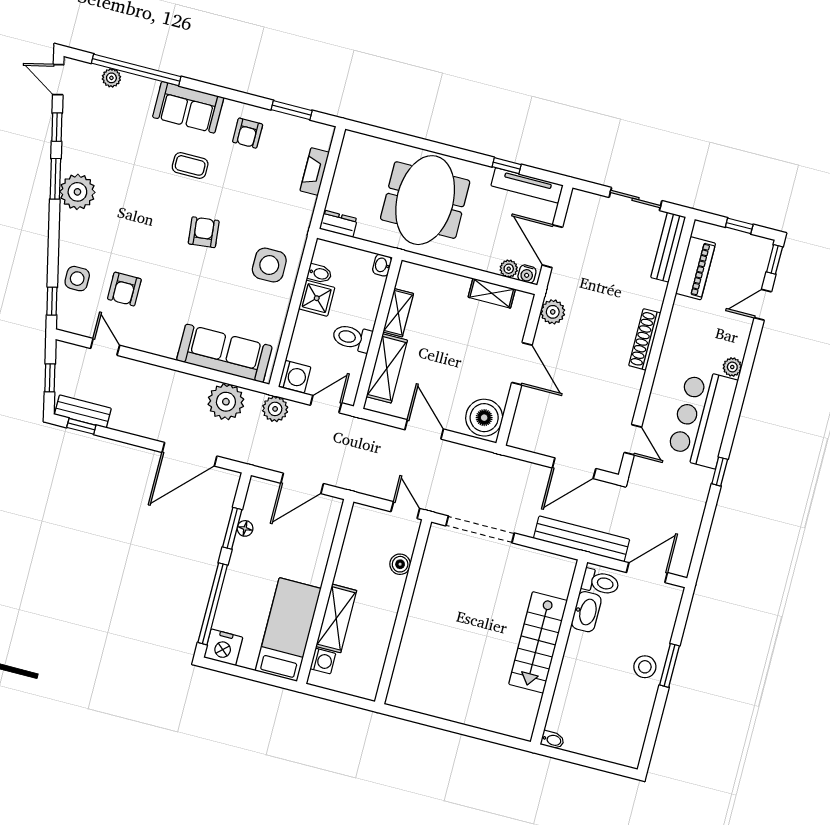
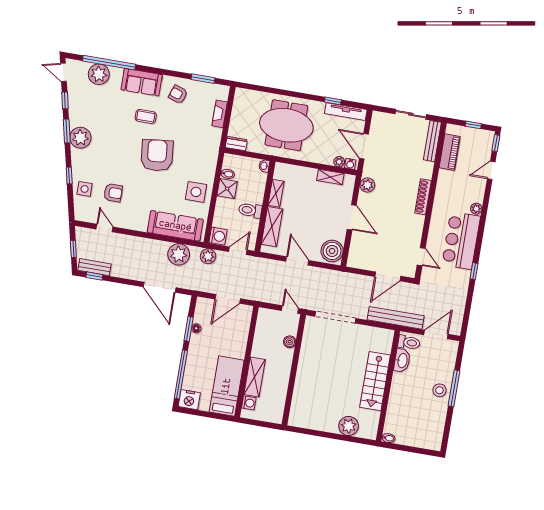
plant: (111, 78) -> (99, 74), width x1.88, depth x1.88
armchair: (248, 133) -> (178, 94), turned 109
meeting table: (425, 200) -> (286, 125), turned 90
armchair: (204, 232) -> (157, 155), width x1.88, depth x1.88
side table: (269, 265) -> (196, 192), moved
armchair: (124, 289) -> (113, 193), turned -90
window: (52, 301) -> (69, 176), moved
door: (189, 454) -> (160, 287), hinge flipped
window: (670, 665) -> (454, 388), width x1.44
plant: (487, 714) -> (349, 426), added

